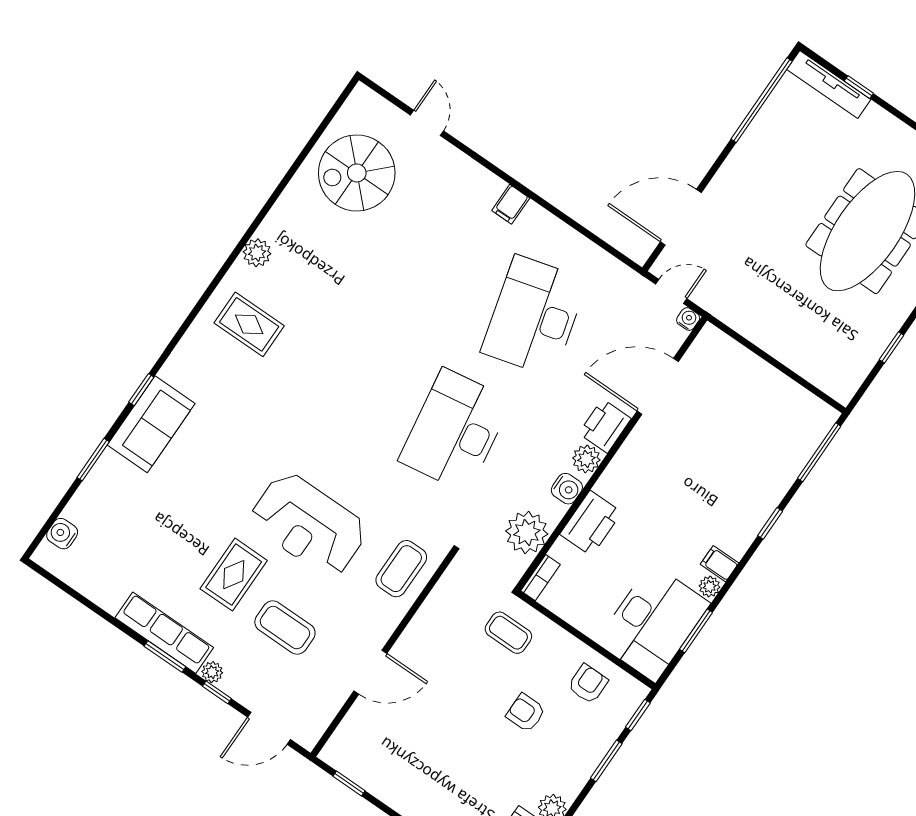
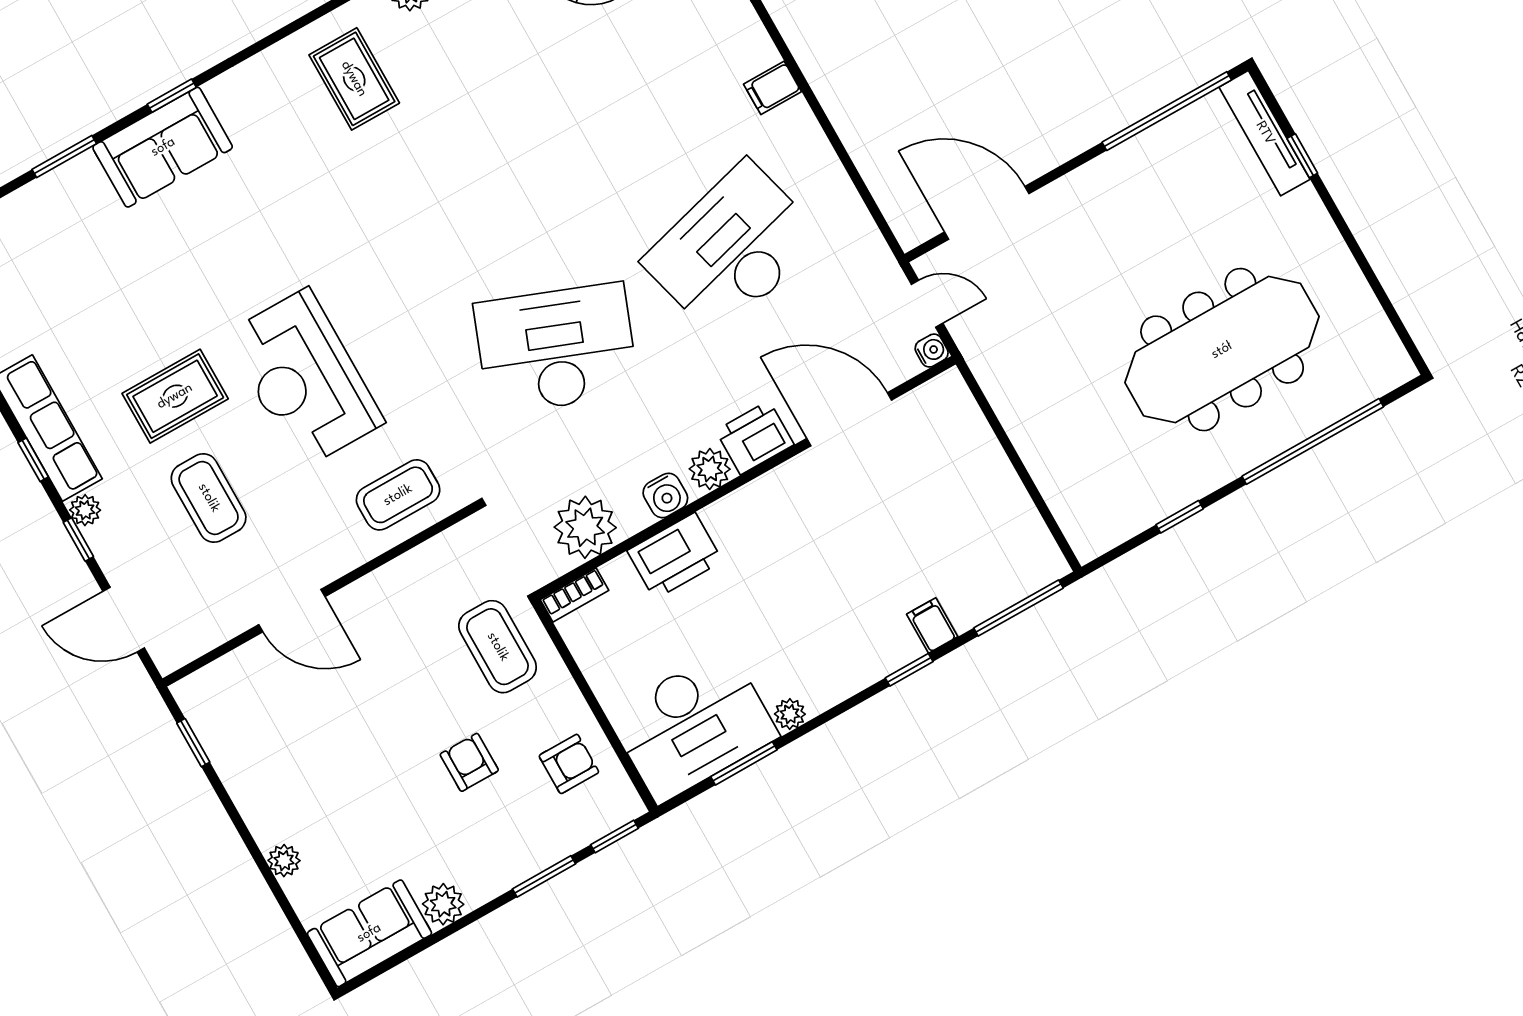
desk: (455, 431) -> (556, 349), turned 30
filing cabinet: (719, 564) -> (932, 625), moved
coffee table: (508, 633) -> (498, 647), width x1.36, depth x1.30
window: (165, 657) -> (33, 460), width x0.67

